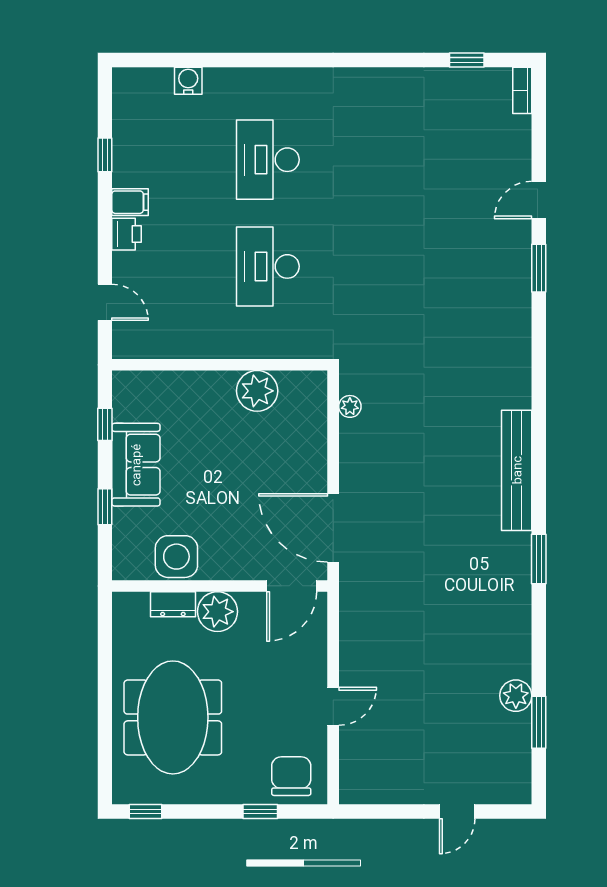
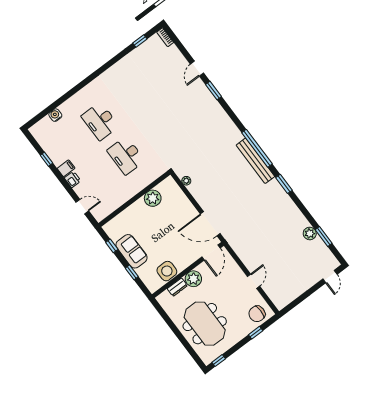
window: (539, 448) -> (257, 148), added
chair: (291, 776) -> (257, 314), turned -90
door: (457, 811) -> (330, 277), moved

